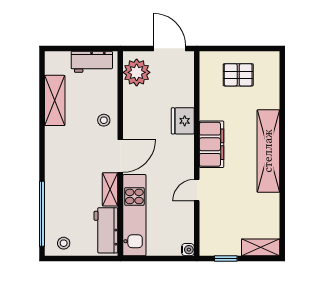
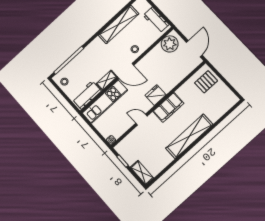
pallet: (238, 75) -> (206, 82), moved, turned 90
shelving: (55, 100) -> (119, 24), width x1.47
fridge: (183, 121) -> (156, 95), moved

